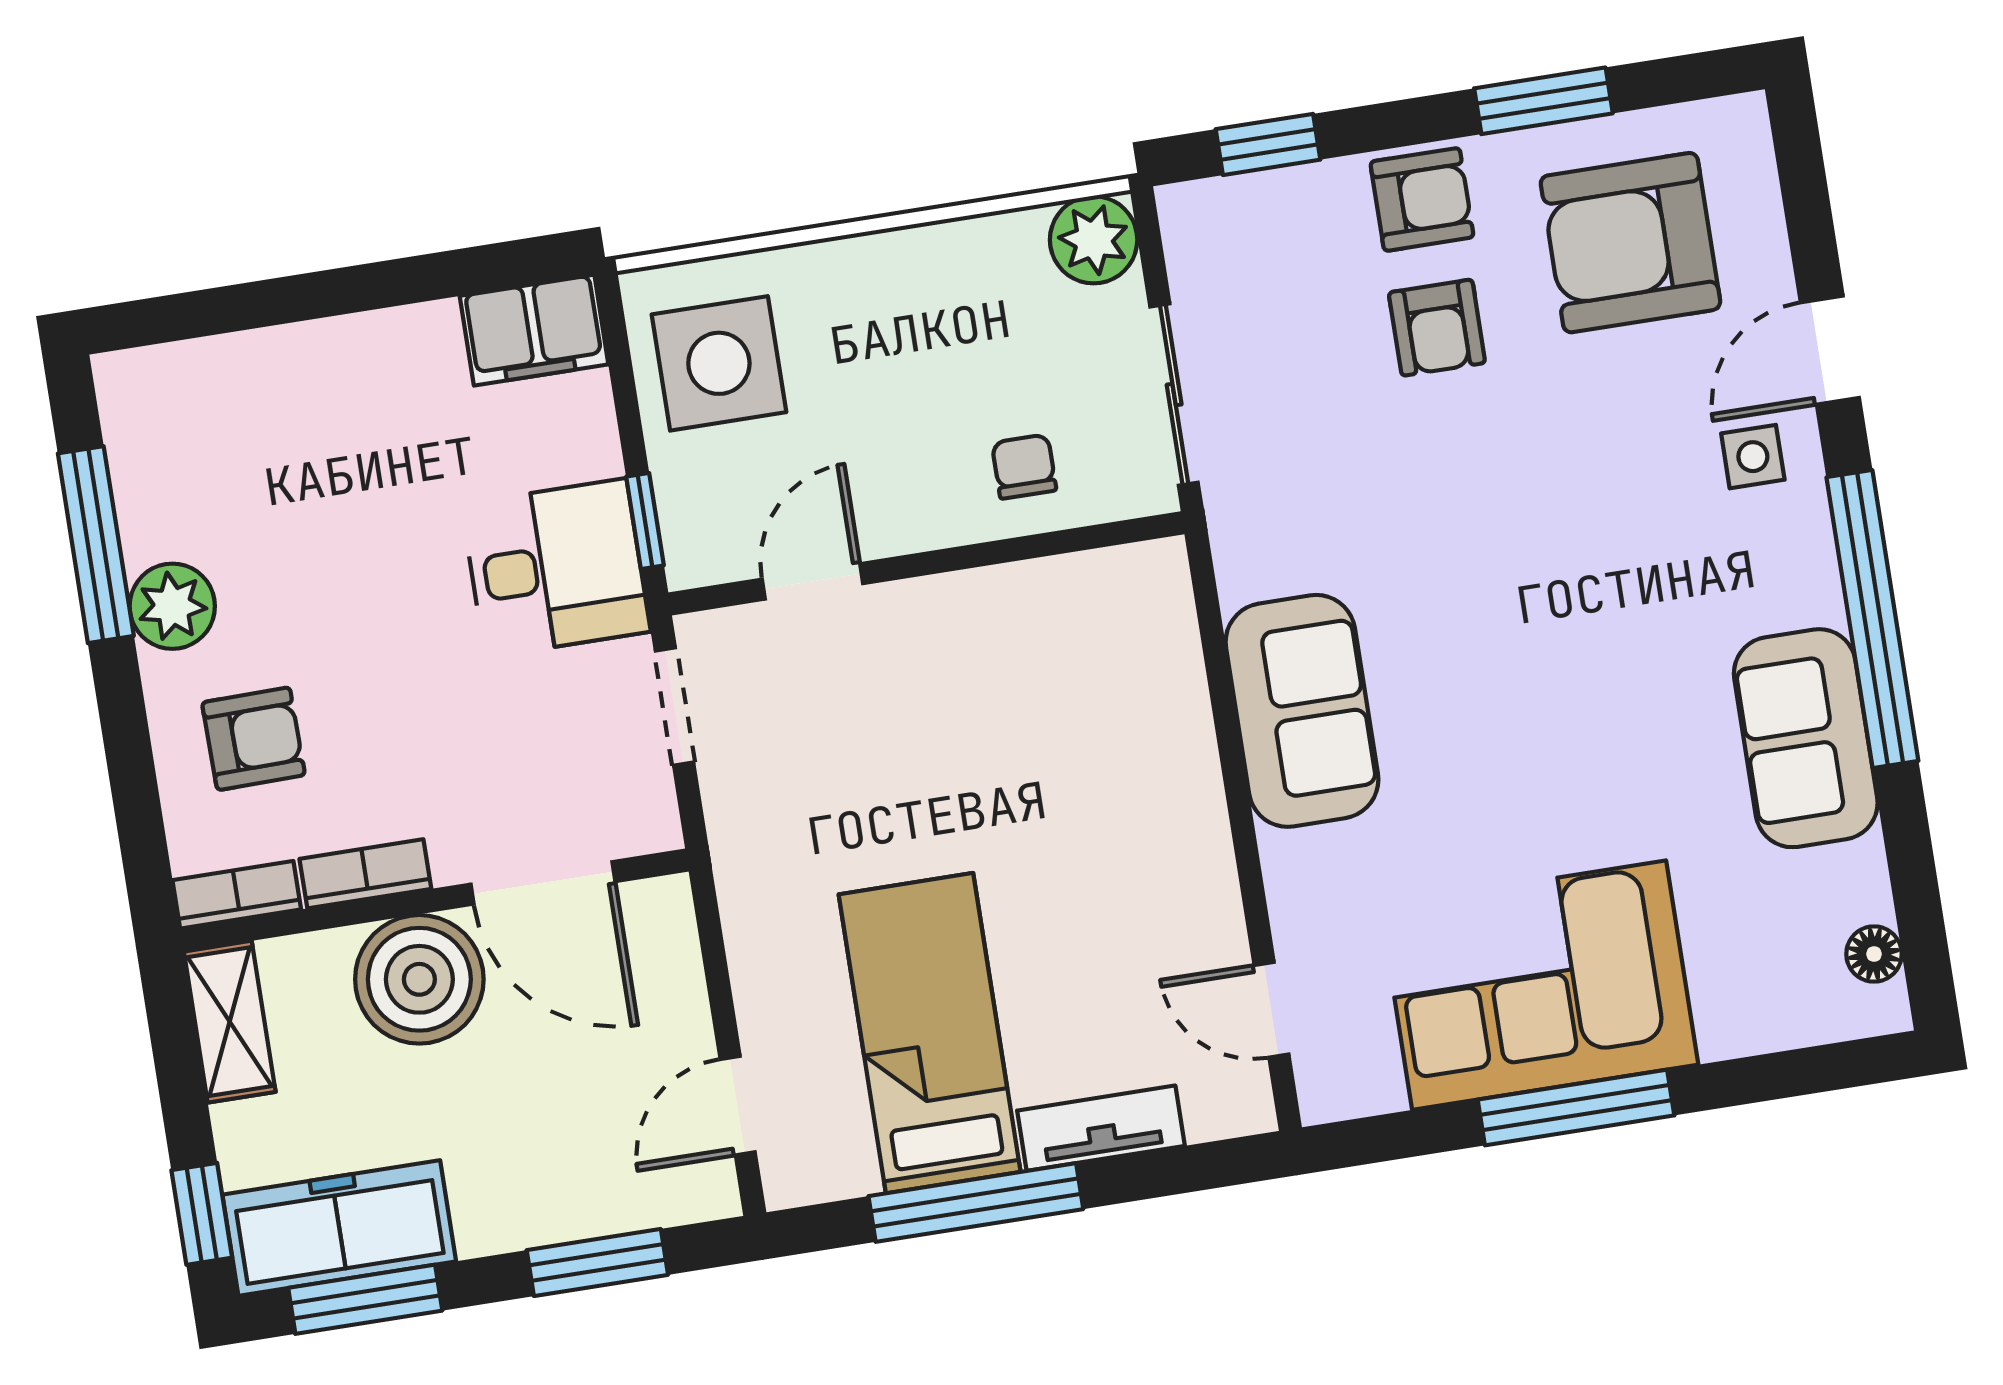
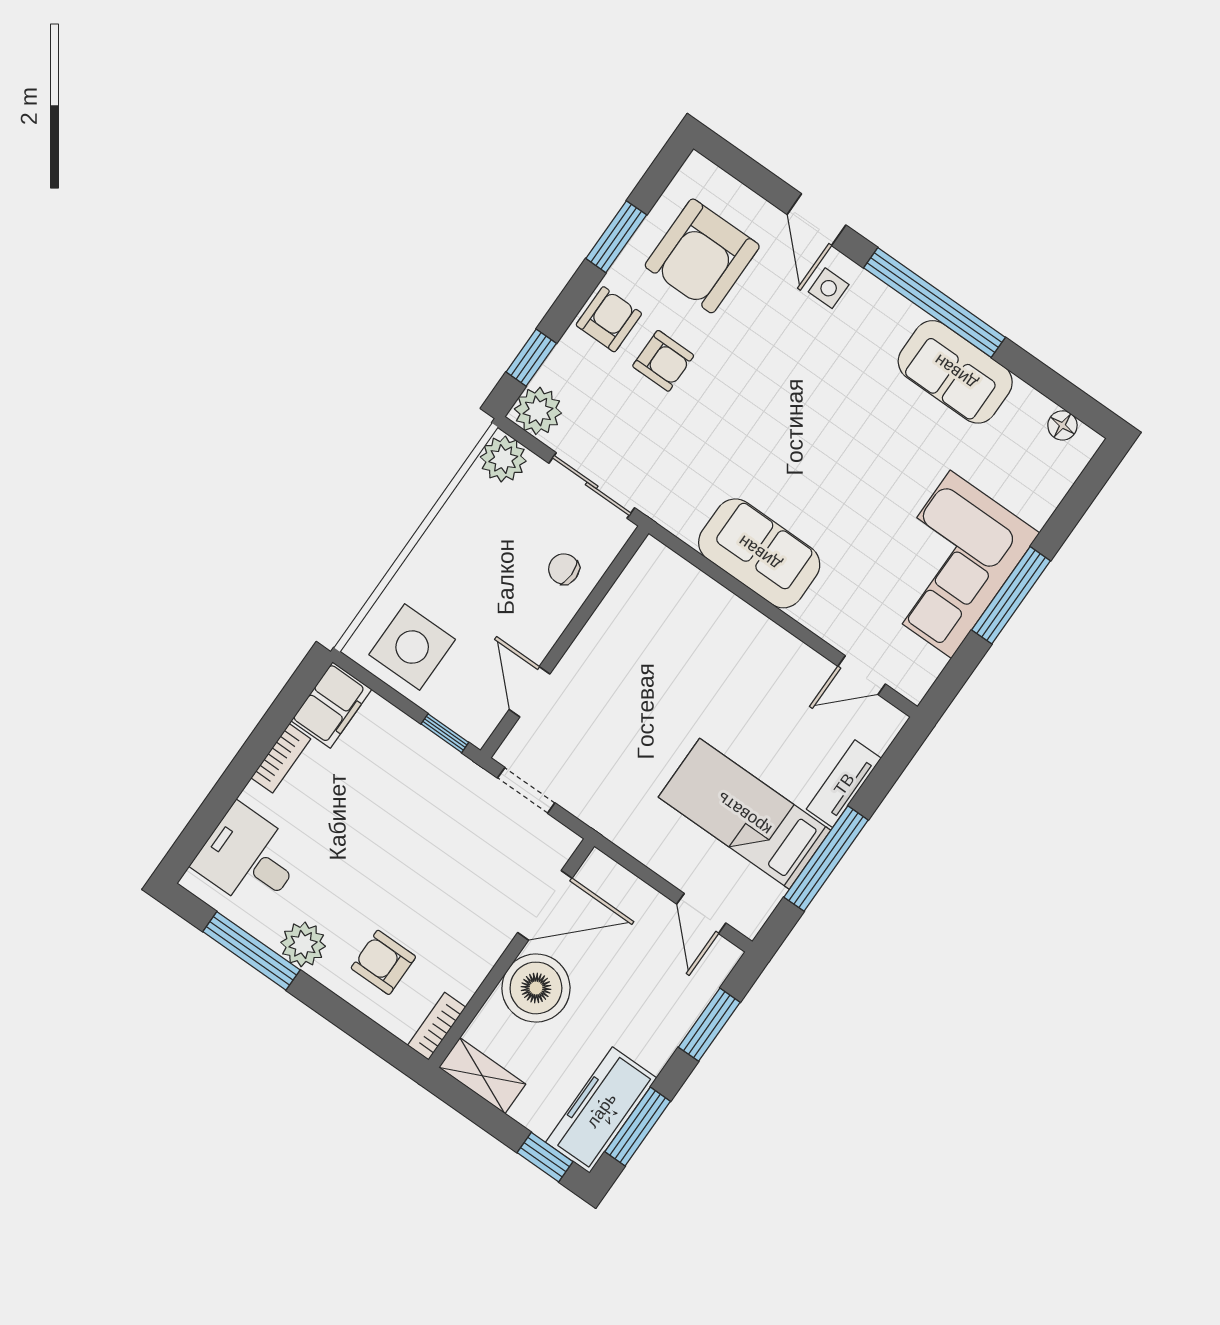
plant: (1204, 224) -> (538, 411), added
desk: (556, 568) -> (249, 858), moved, turned -90
armchair: (253, 739) -> (383, 962), turned -89
bookcase: (365, 874) -> (281, 758), moved, turned 180

